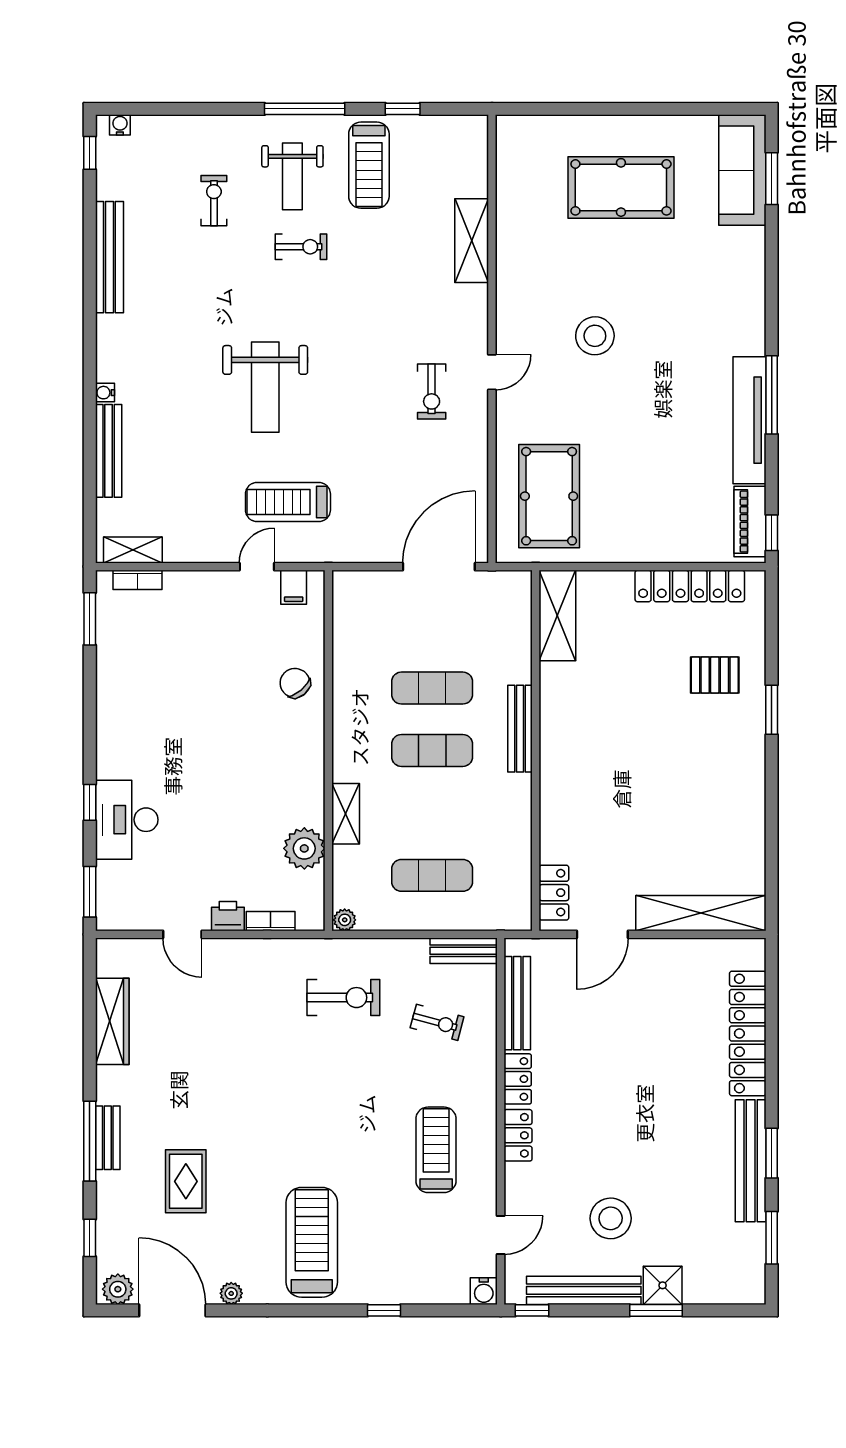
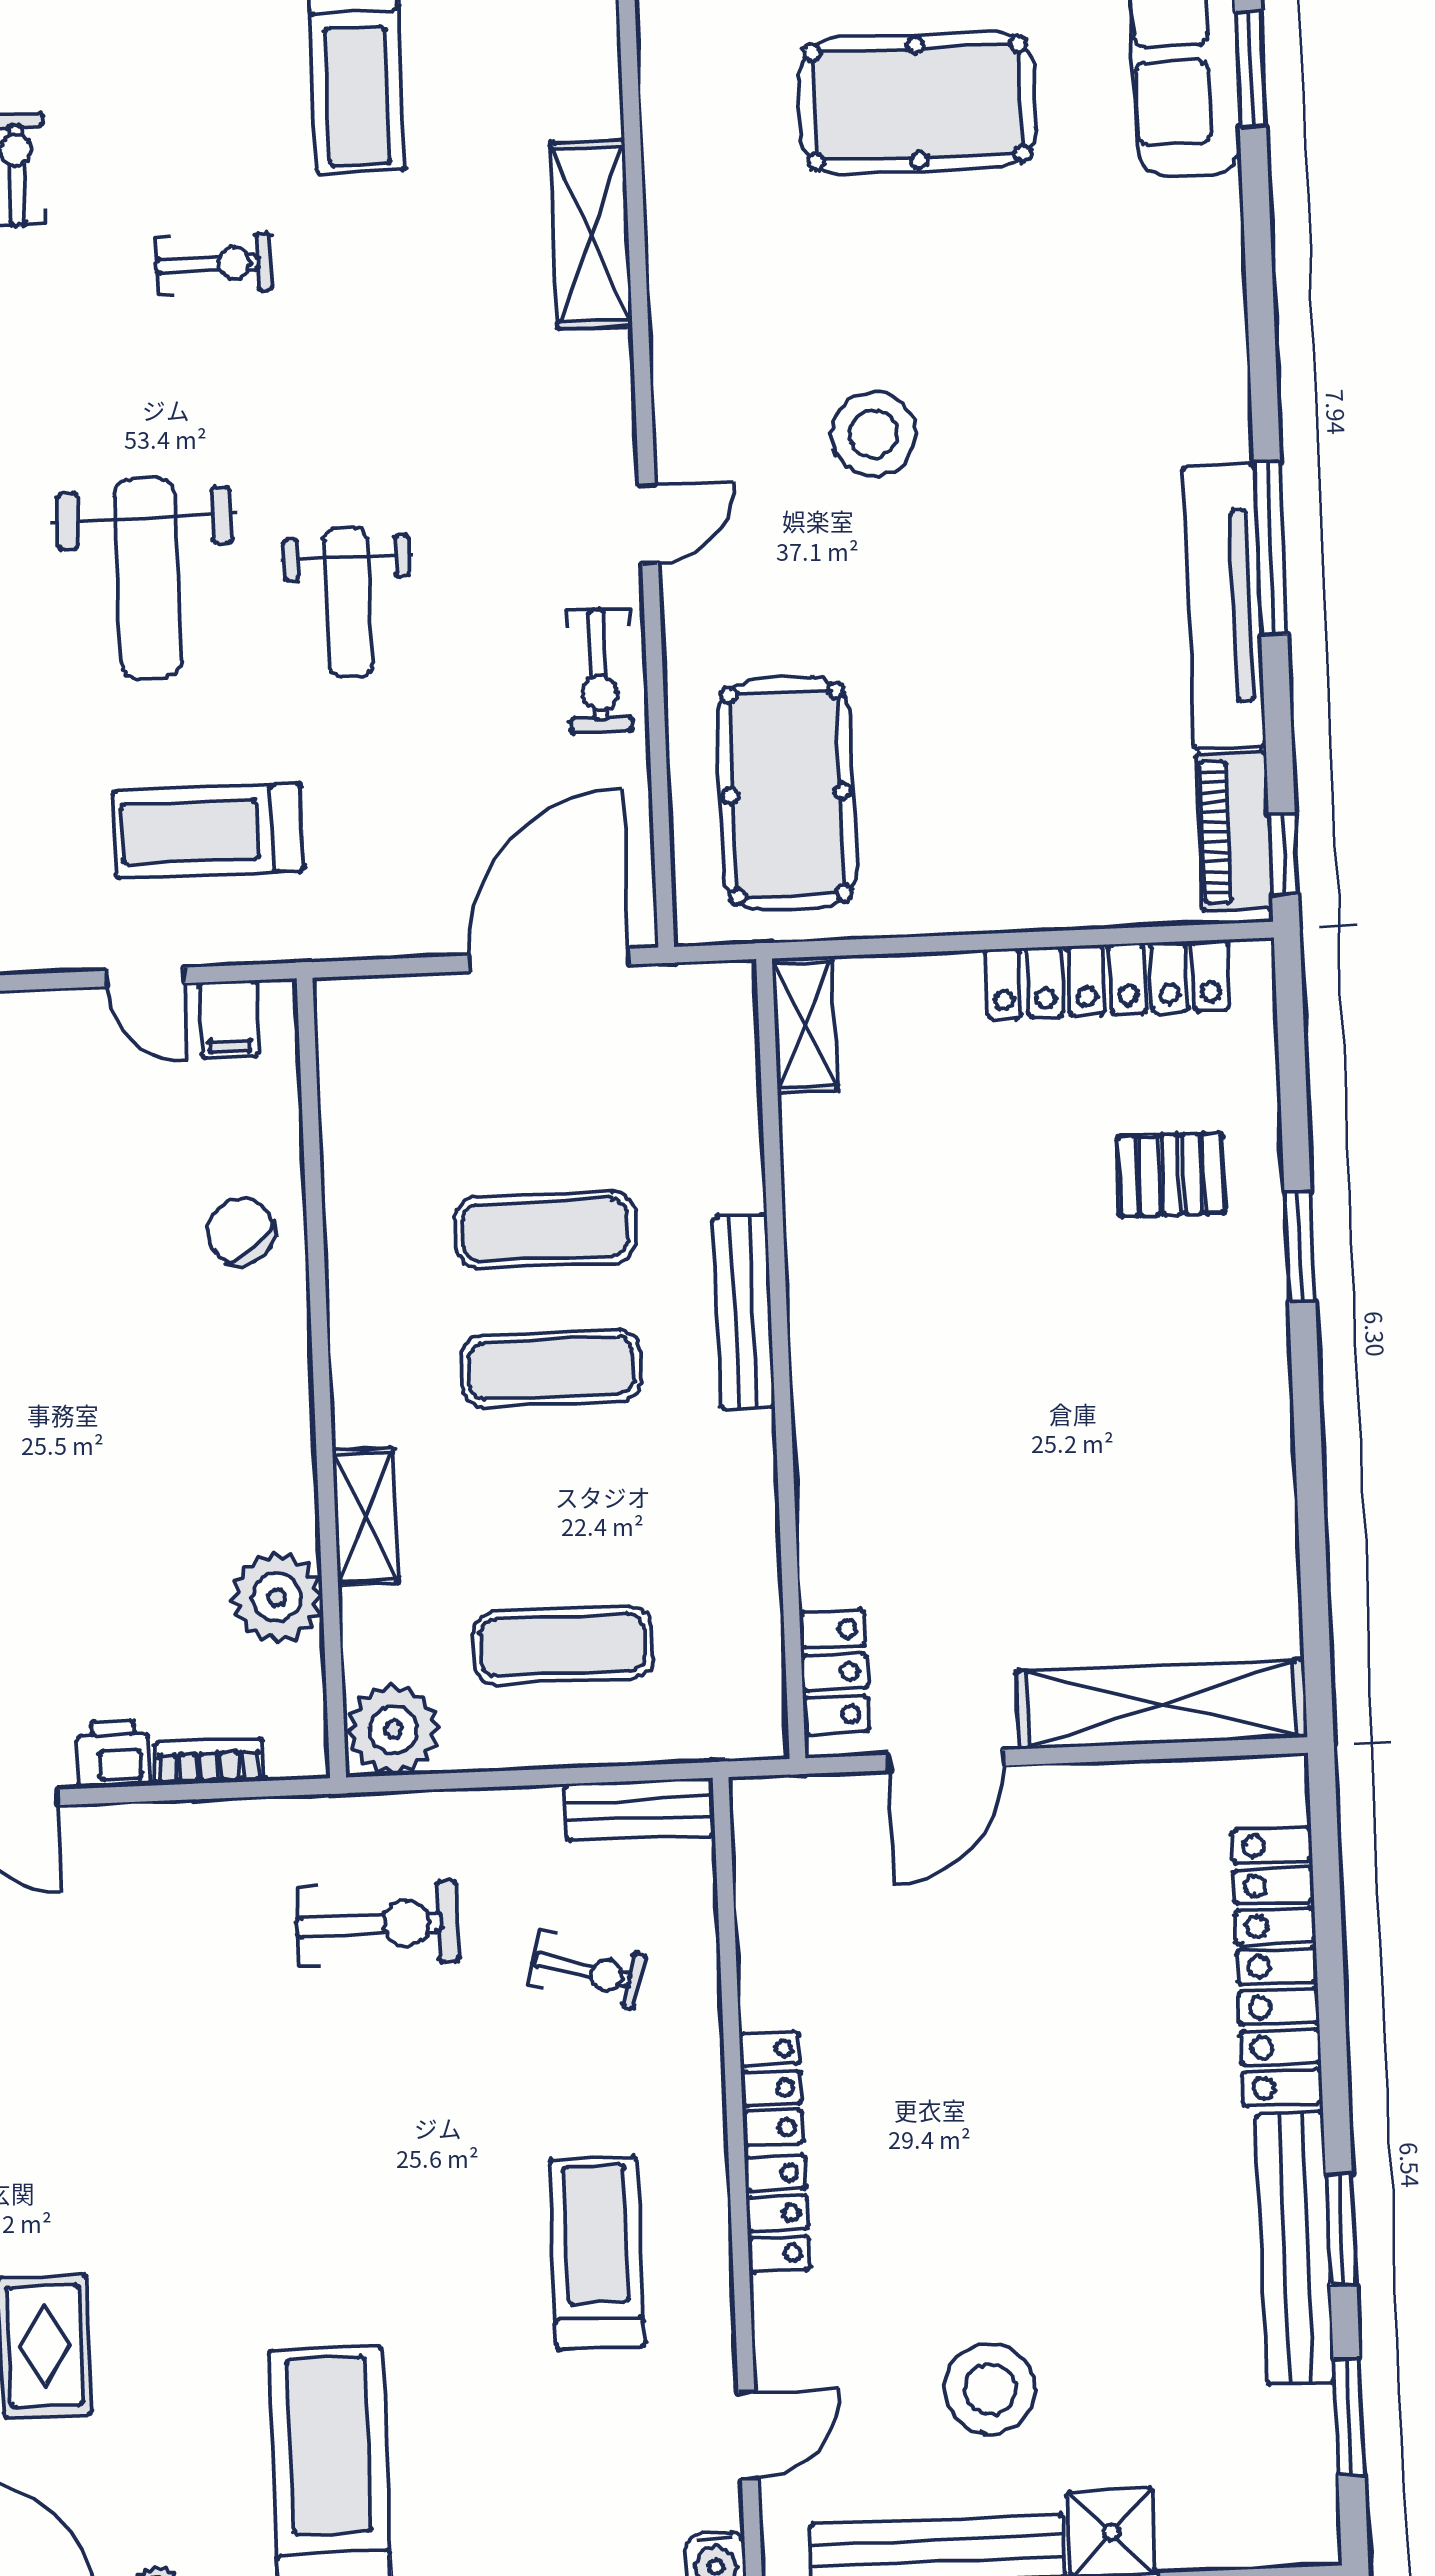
weight bench: (292, 176) -> (348, 602), moved
exercise bike: (432, 391) -> (599, 671), moved
door: (257, 567) -> (145, 977), swing flipped
shelving: (557, 615) -> (805, 1024), width x0.67, depth x0.75
plant: (345, 920) -> (393, 1730), width x1.87, depth x1.87
bench: (517, 1003) -> (763, 1920), removed

